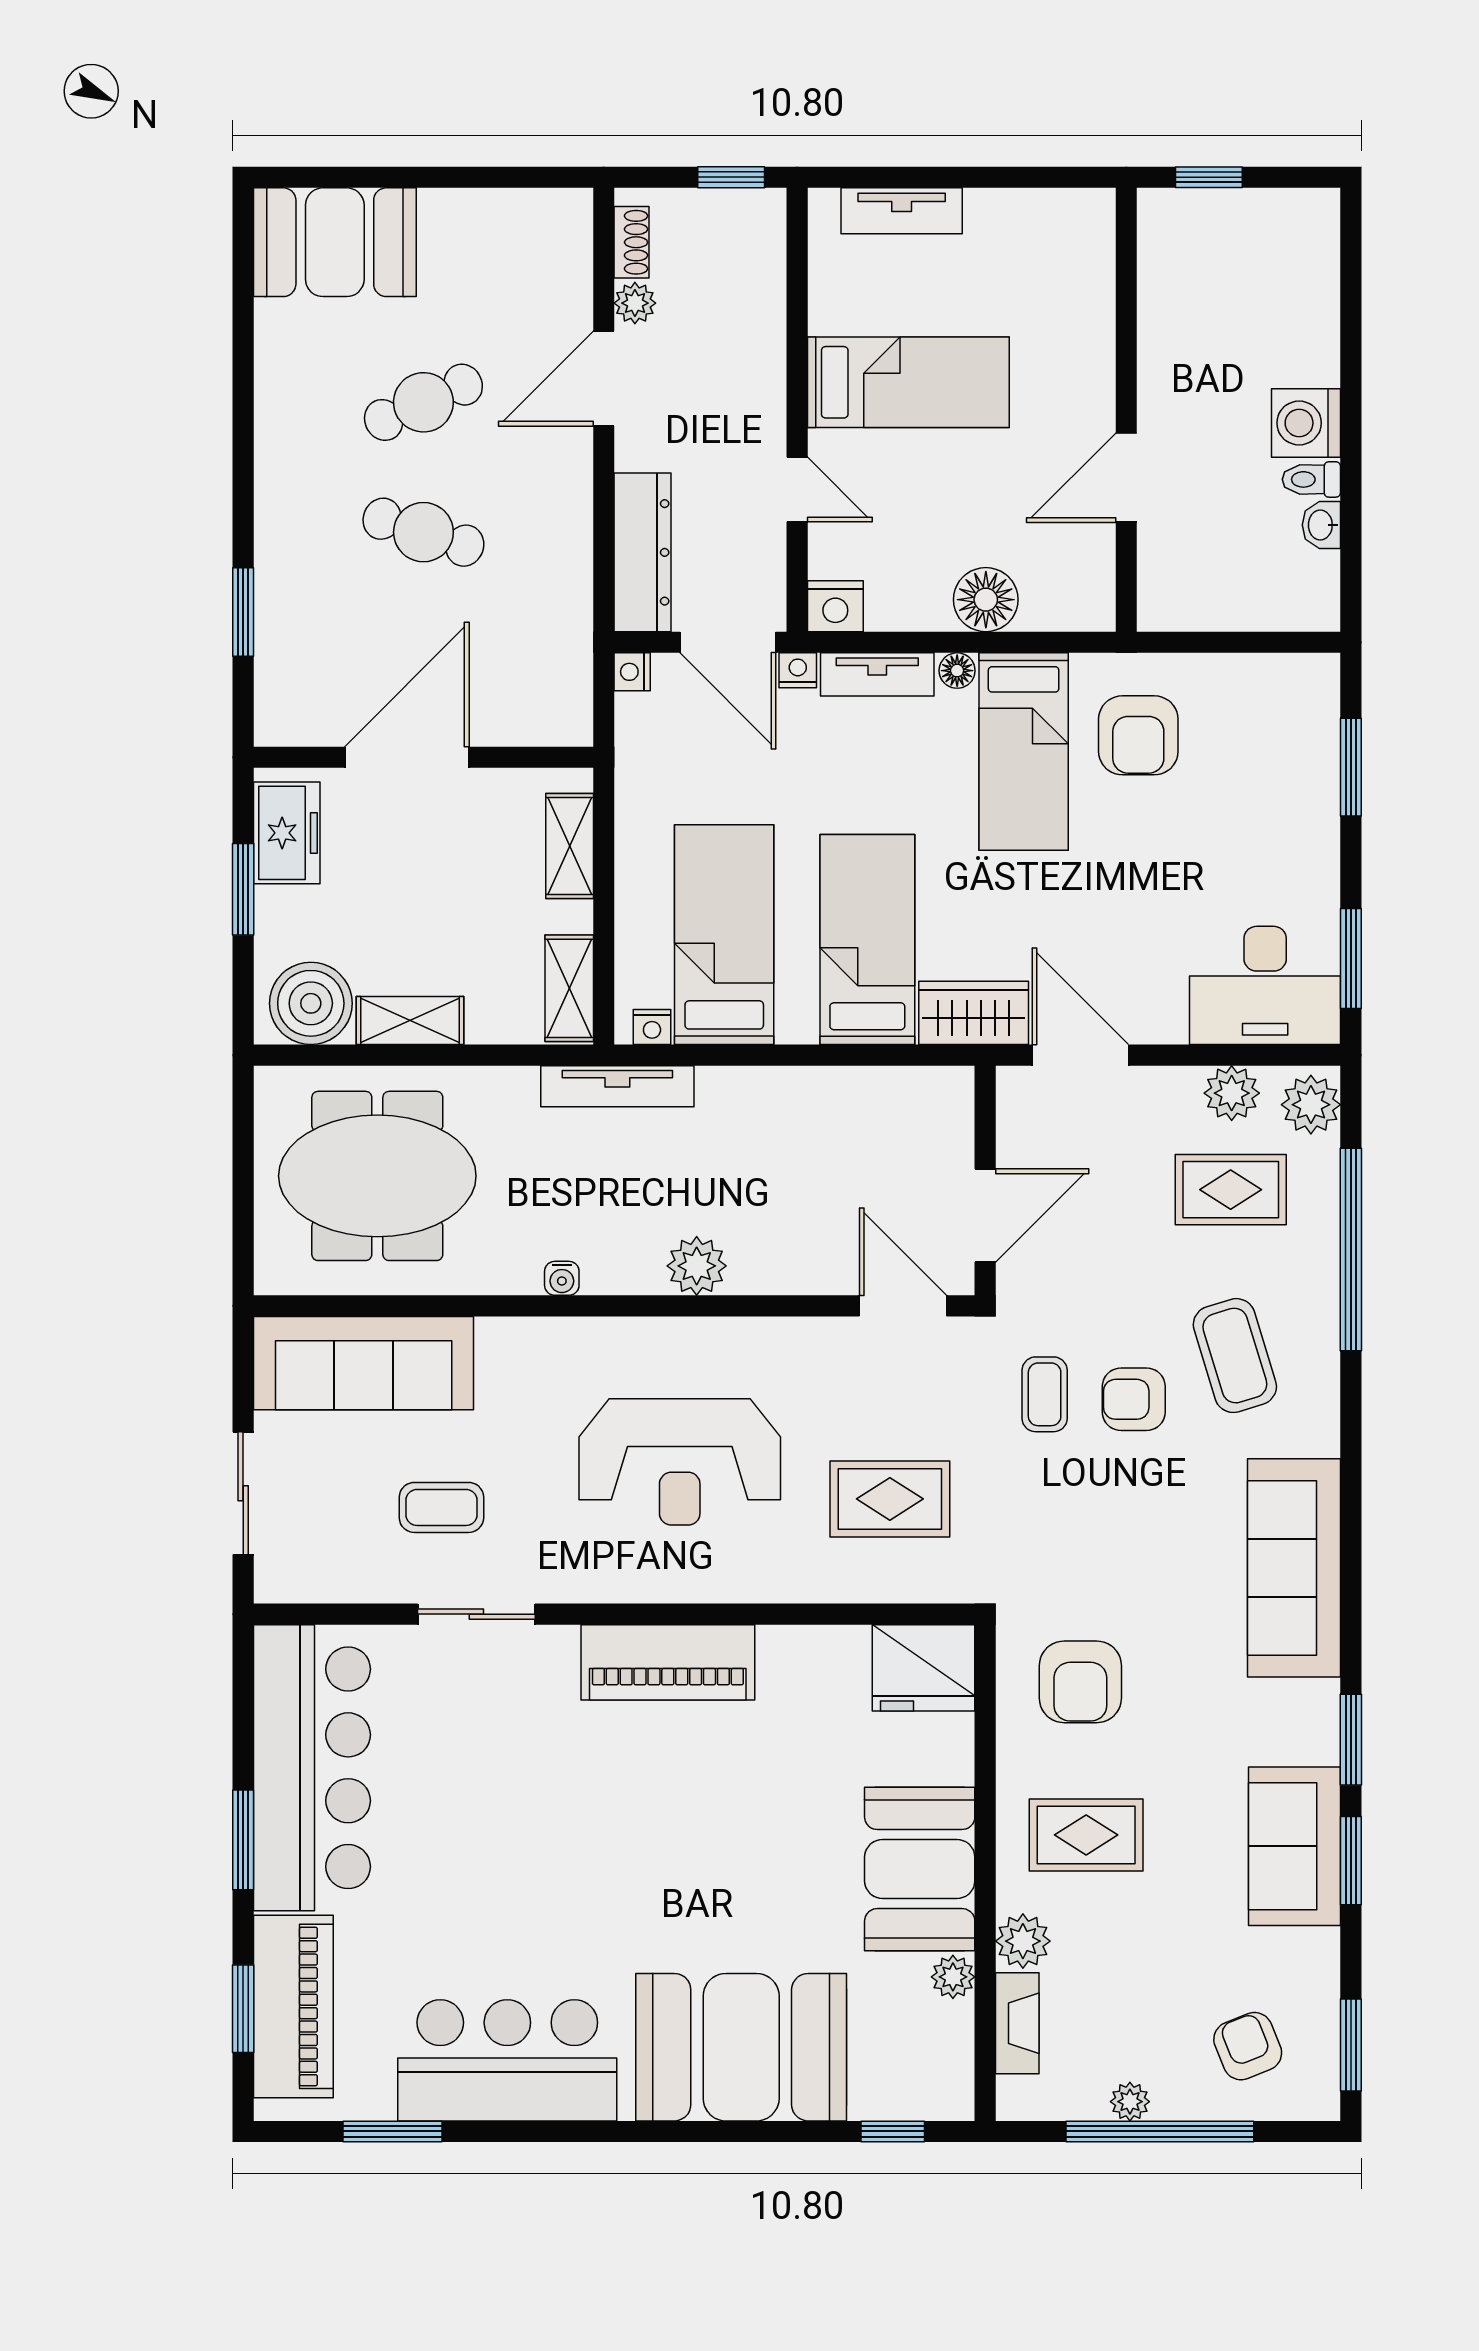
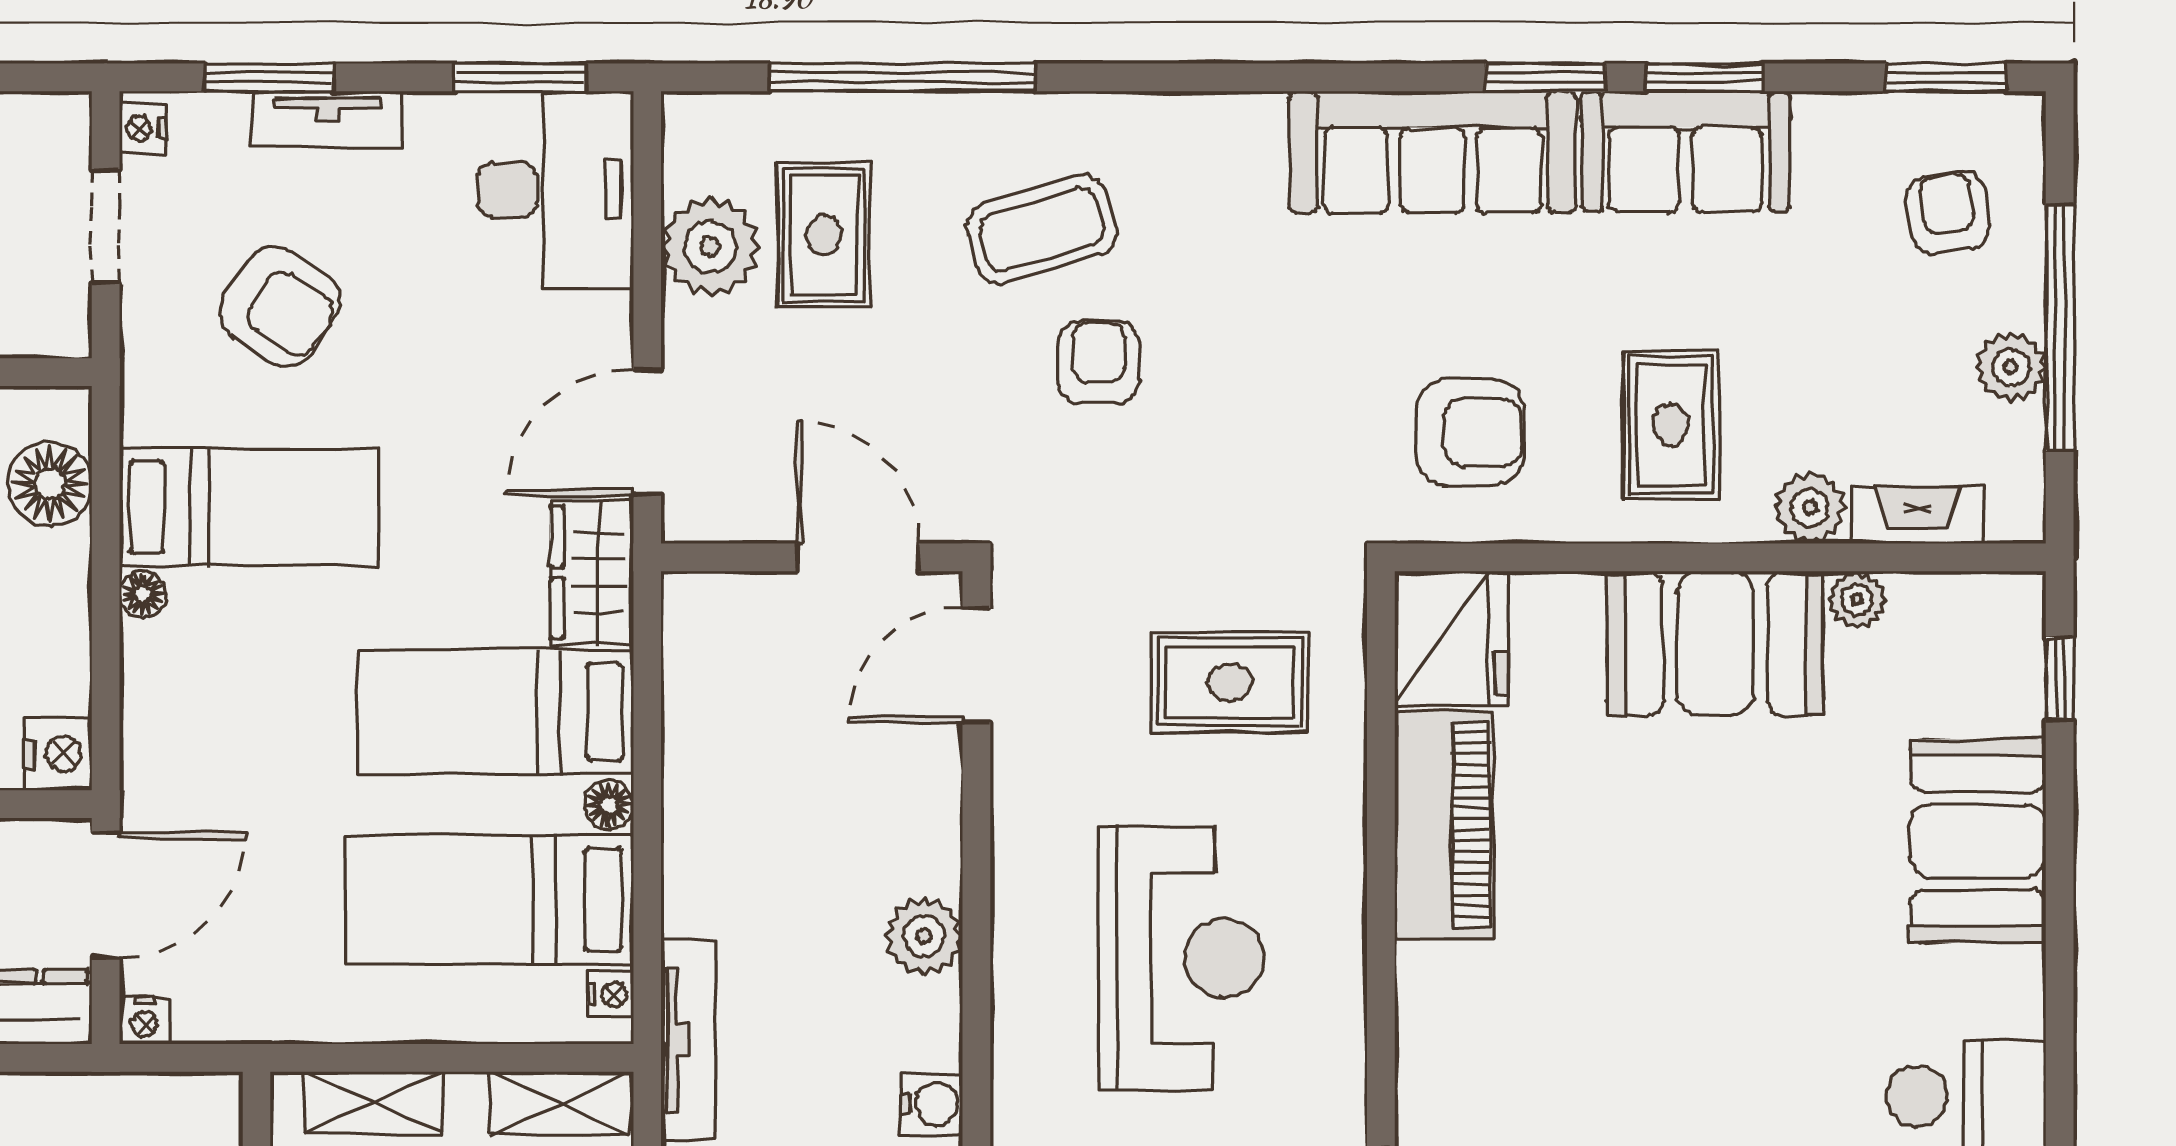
floor lamp: (986, 600) -> (50, 484), moved
doorway: (1237, 642) -> (106, 226), added
nightstand: (798, 670) -> (142, 129), moved
tv unit: (877, 674) -> (327, 119), moved, turned 90
armchair: (1138, 735) -> (280, 307), moved, turned 34
floor lamp: (797, 1026) -> (609, 805), added
plant: (1232, 1093) -> (710, 247), width x1.36, depth x1.36
plant: (1311, 1105) -> (712, 130), removed
water cooler: (562, 1278) -> (932, 1104), width x1.38, depth x1.38
coffee table: (1045, 1394) -> (1092, 479), removed
armchair: (1134, 1399) -> (1099, 362), turned 180
rug: (890, 1499) -> (1230, 682), turned 90
sofa: (1294, 1568) -> (1432, 152), moved
piano: (668, 1662) -> (1444, 825), moved
armchair: (1248, 2046) -> (1948, 213), turned 104
booth: (741, 2047) -> (1978, 841), width x0.73, depth x0.70
plant: (1130, 2102) -> (2011, 367), width x1.38, depth x1.38

